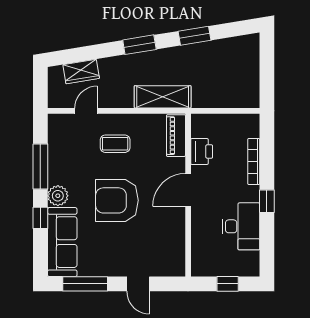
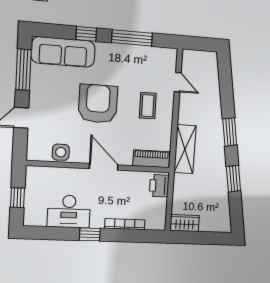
wardrobe: (81, 72) -> (185, 223), moved, turned 99
printer: (202, 151) -> (159, 186), moved, turned 90
plant: (58, 196) -> (105, 51), removed
side table: (174, 239) -> (61, 152), added

